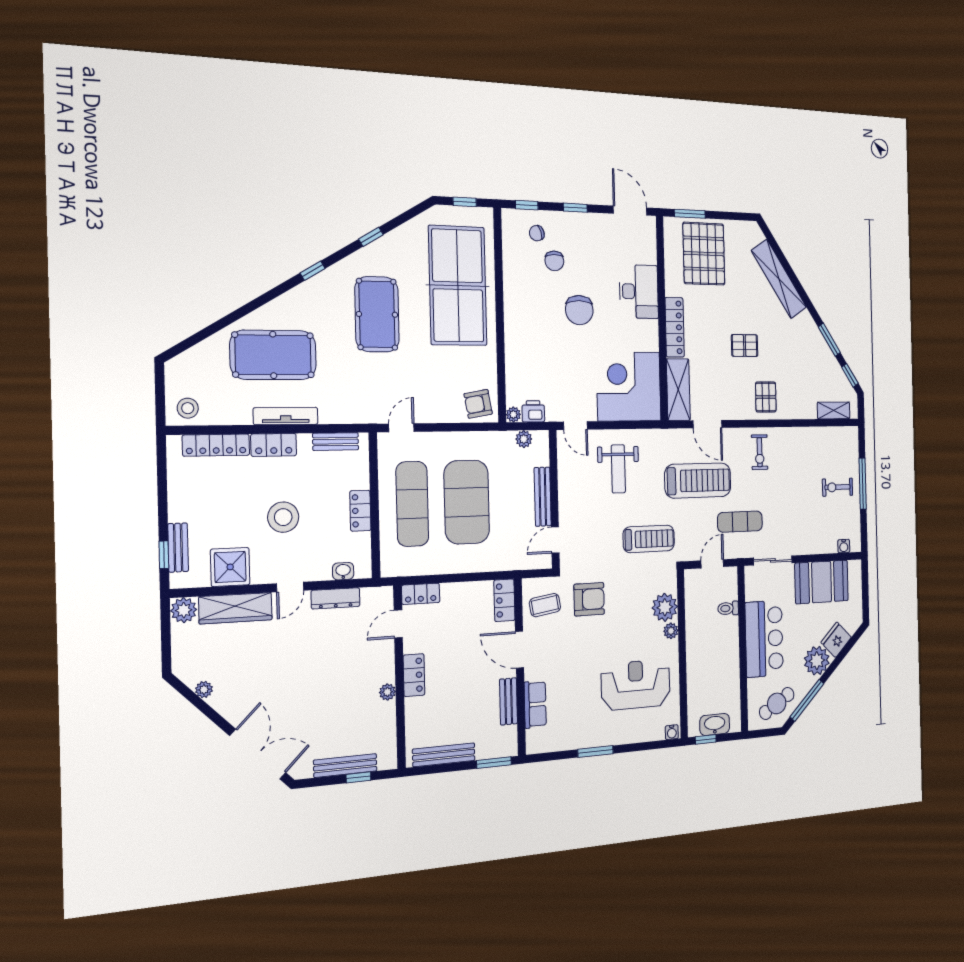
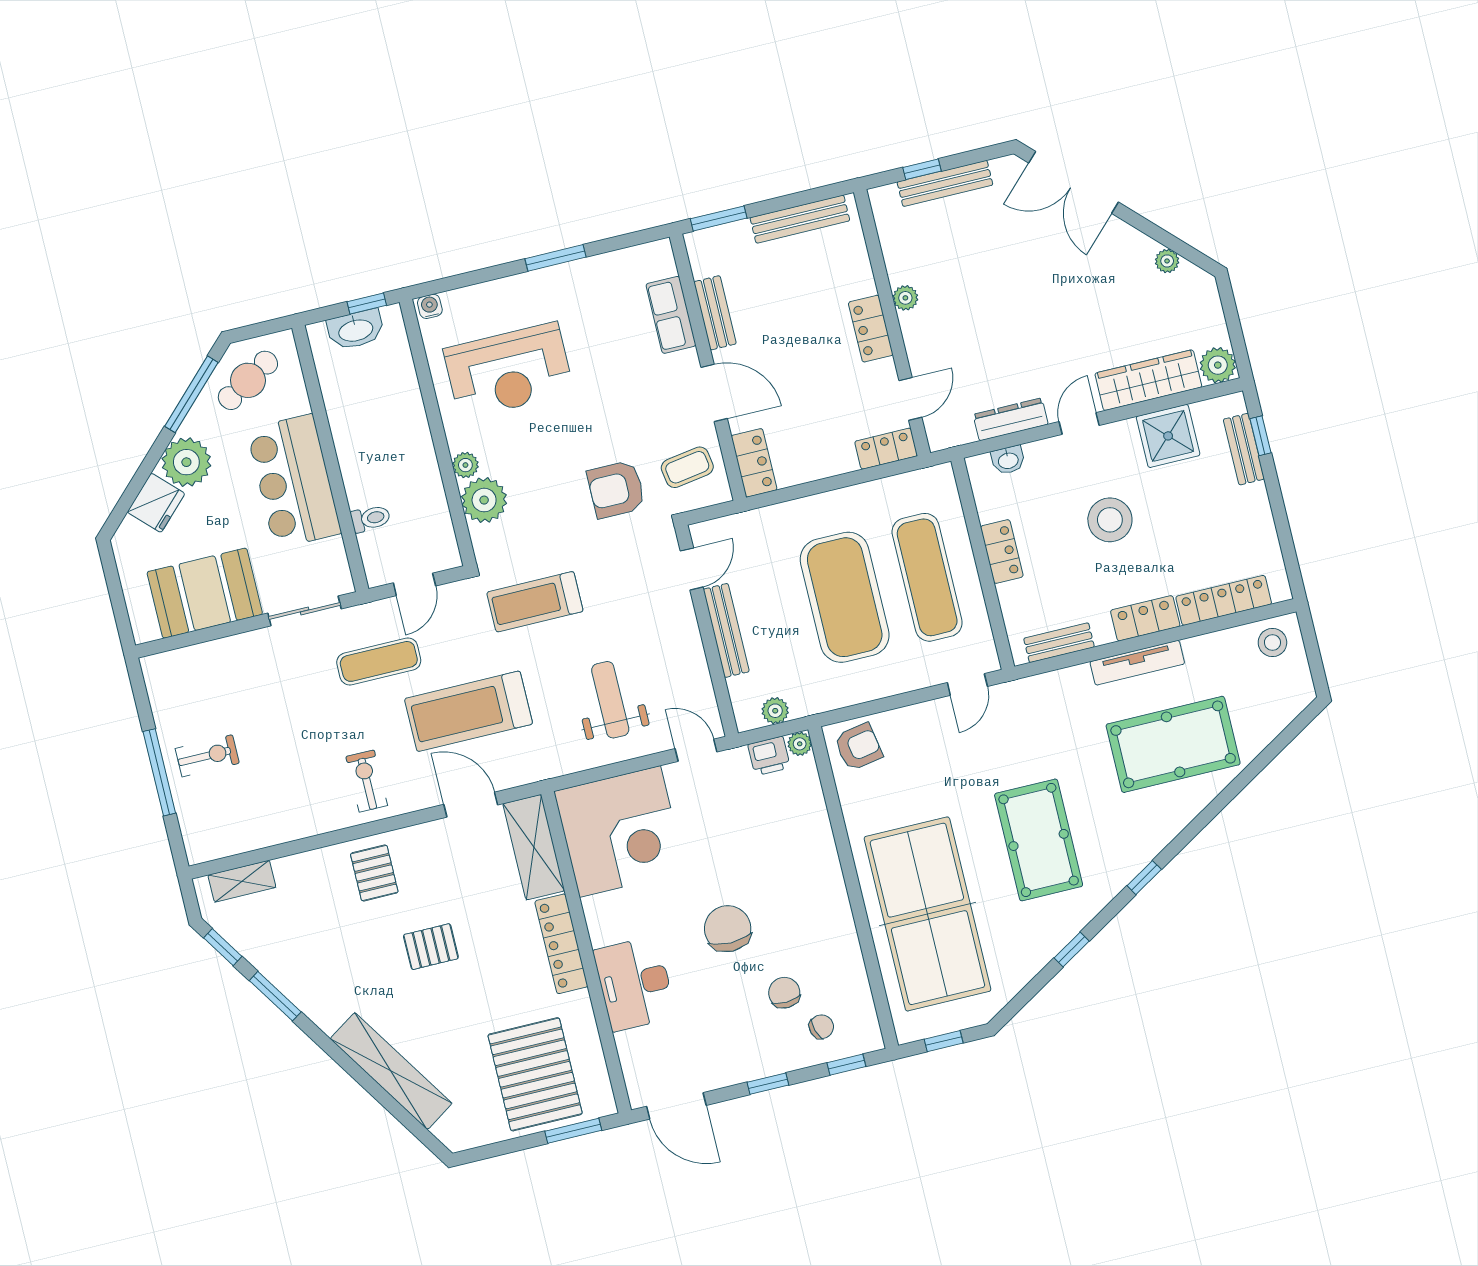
water cooler: (844, 546) -> (174, 661), removed

